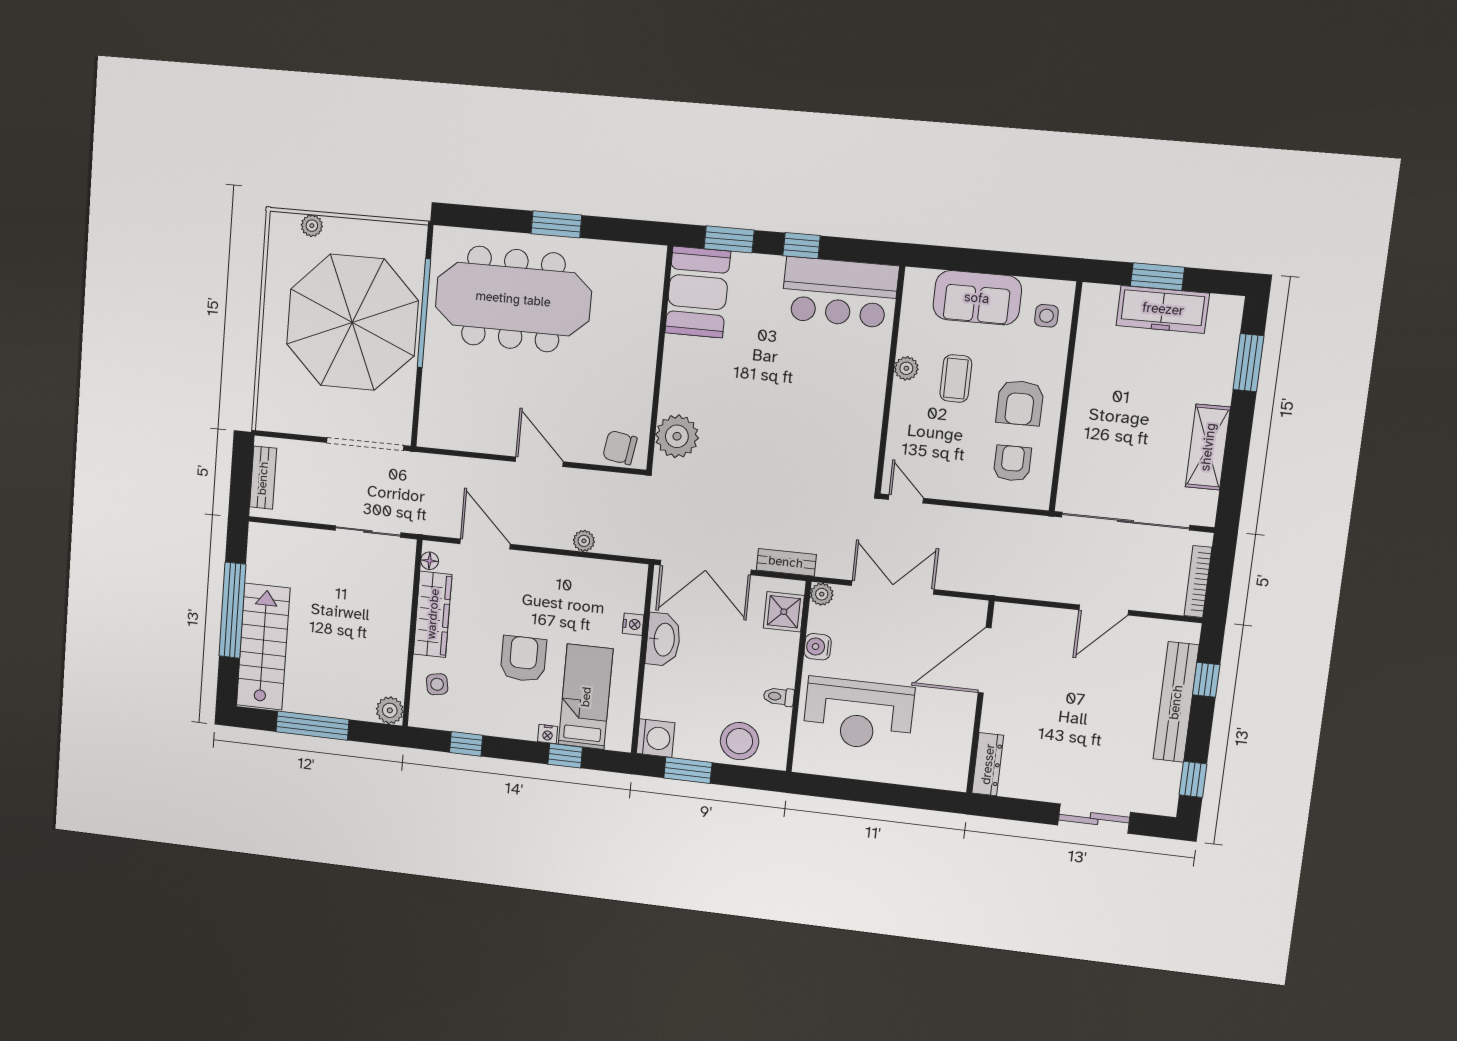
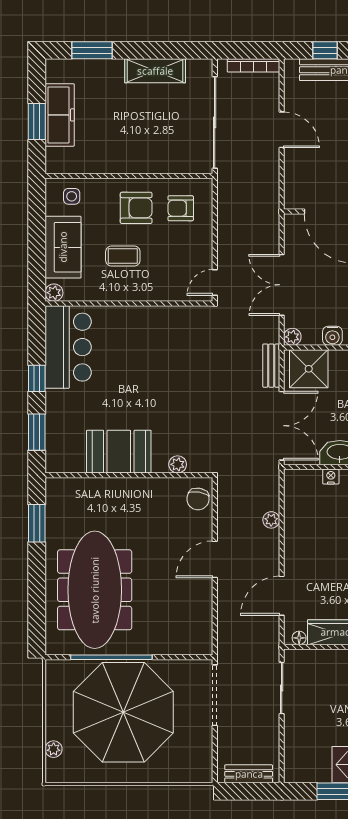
window: (556, 224) -> (37, 523), moved
booth: (698, 292) -> (119, 452), moved
plant: (906, 368) -> (54, 293), moved
plant: (677, 436) -> (178, 464), width x0.53, depth x0.53
shower: (784, 612) -> (309, 369), width x1.36, depth x1.36

